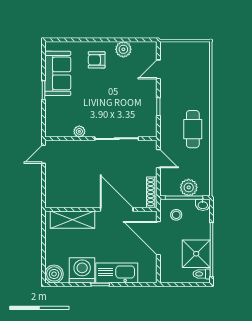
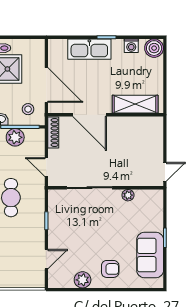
washing machine: (82, 270) -> (131, 46), width x0.53, depth x0.53

